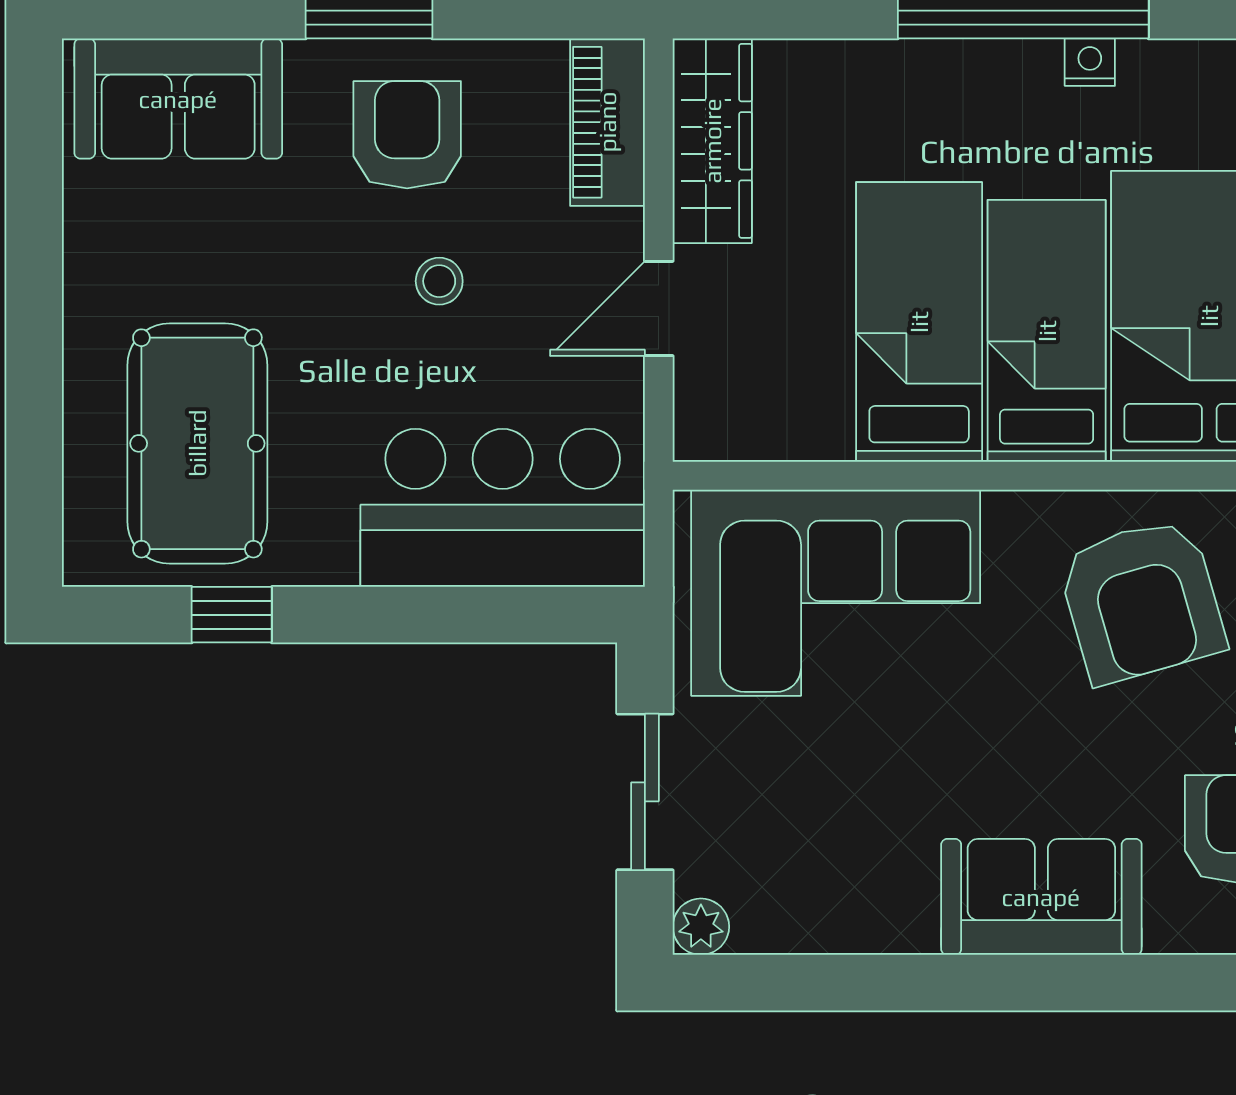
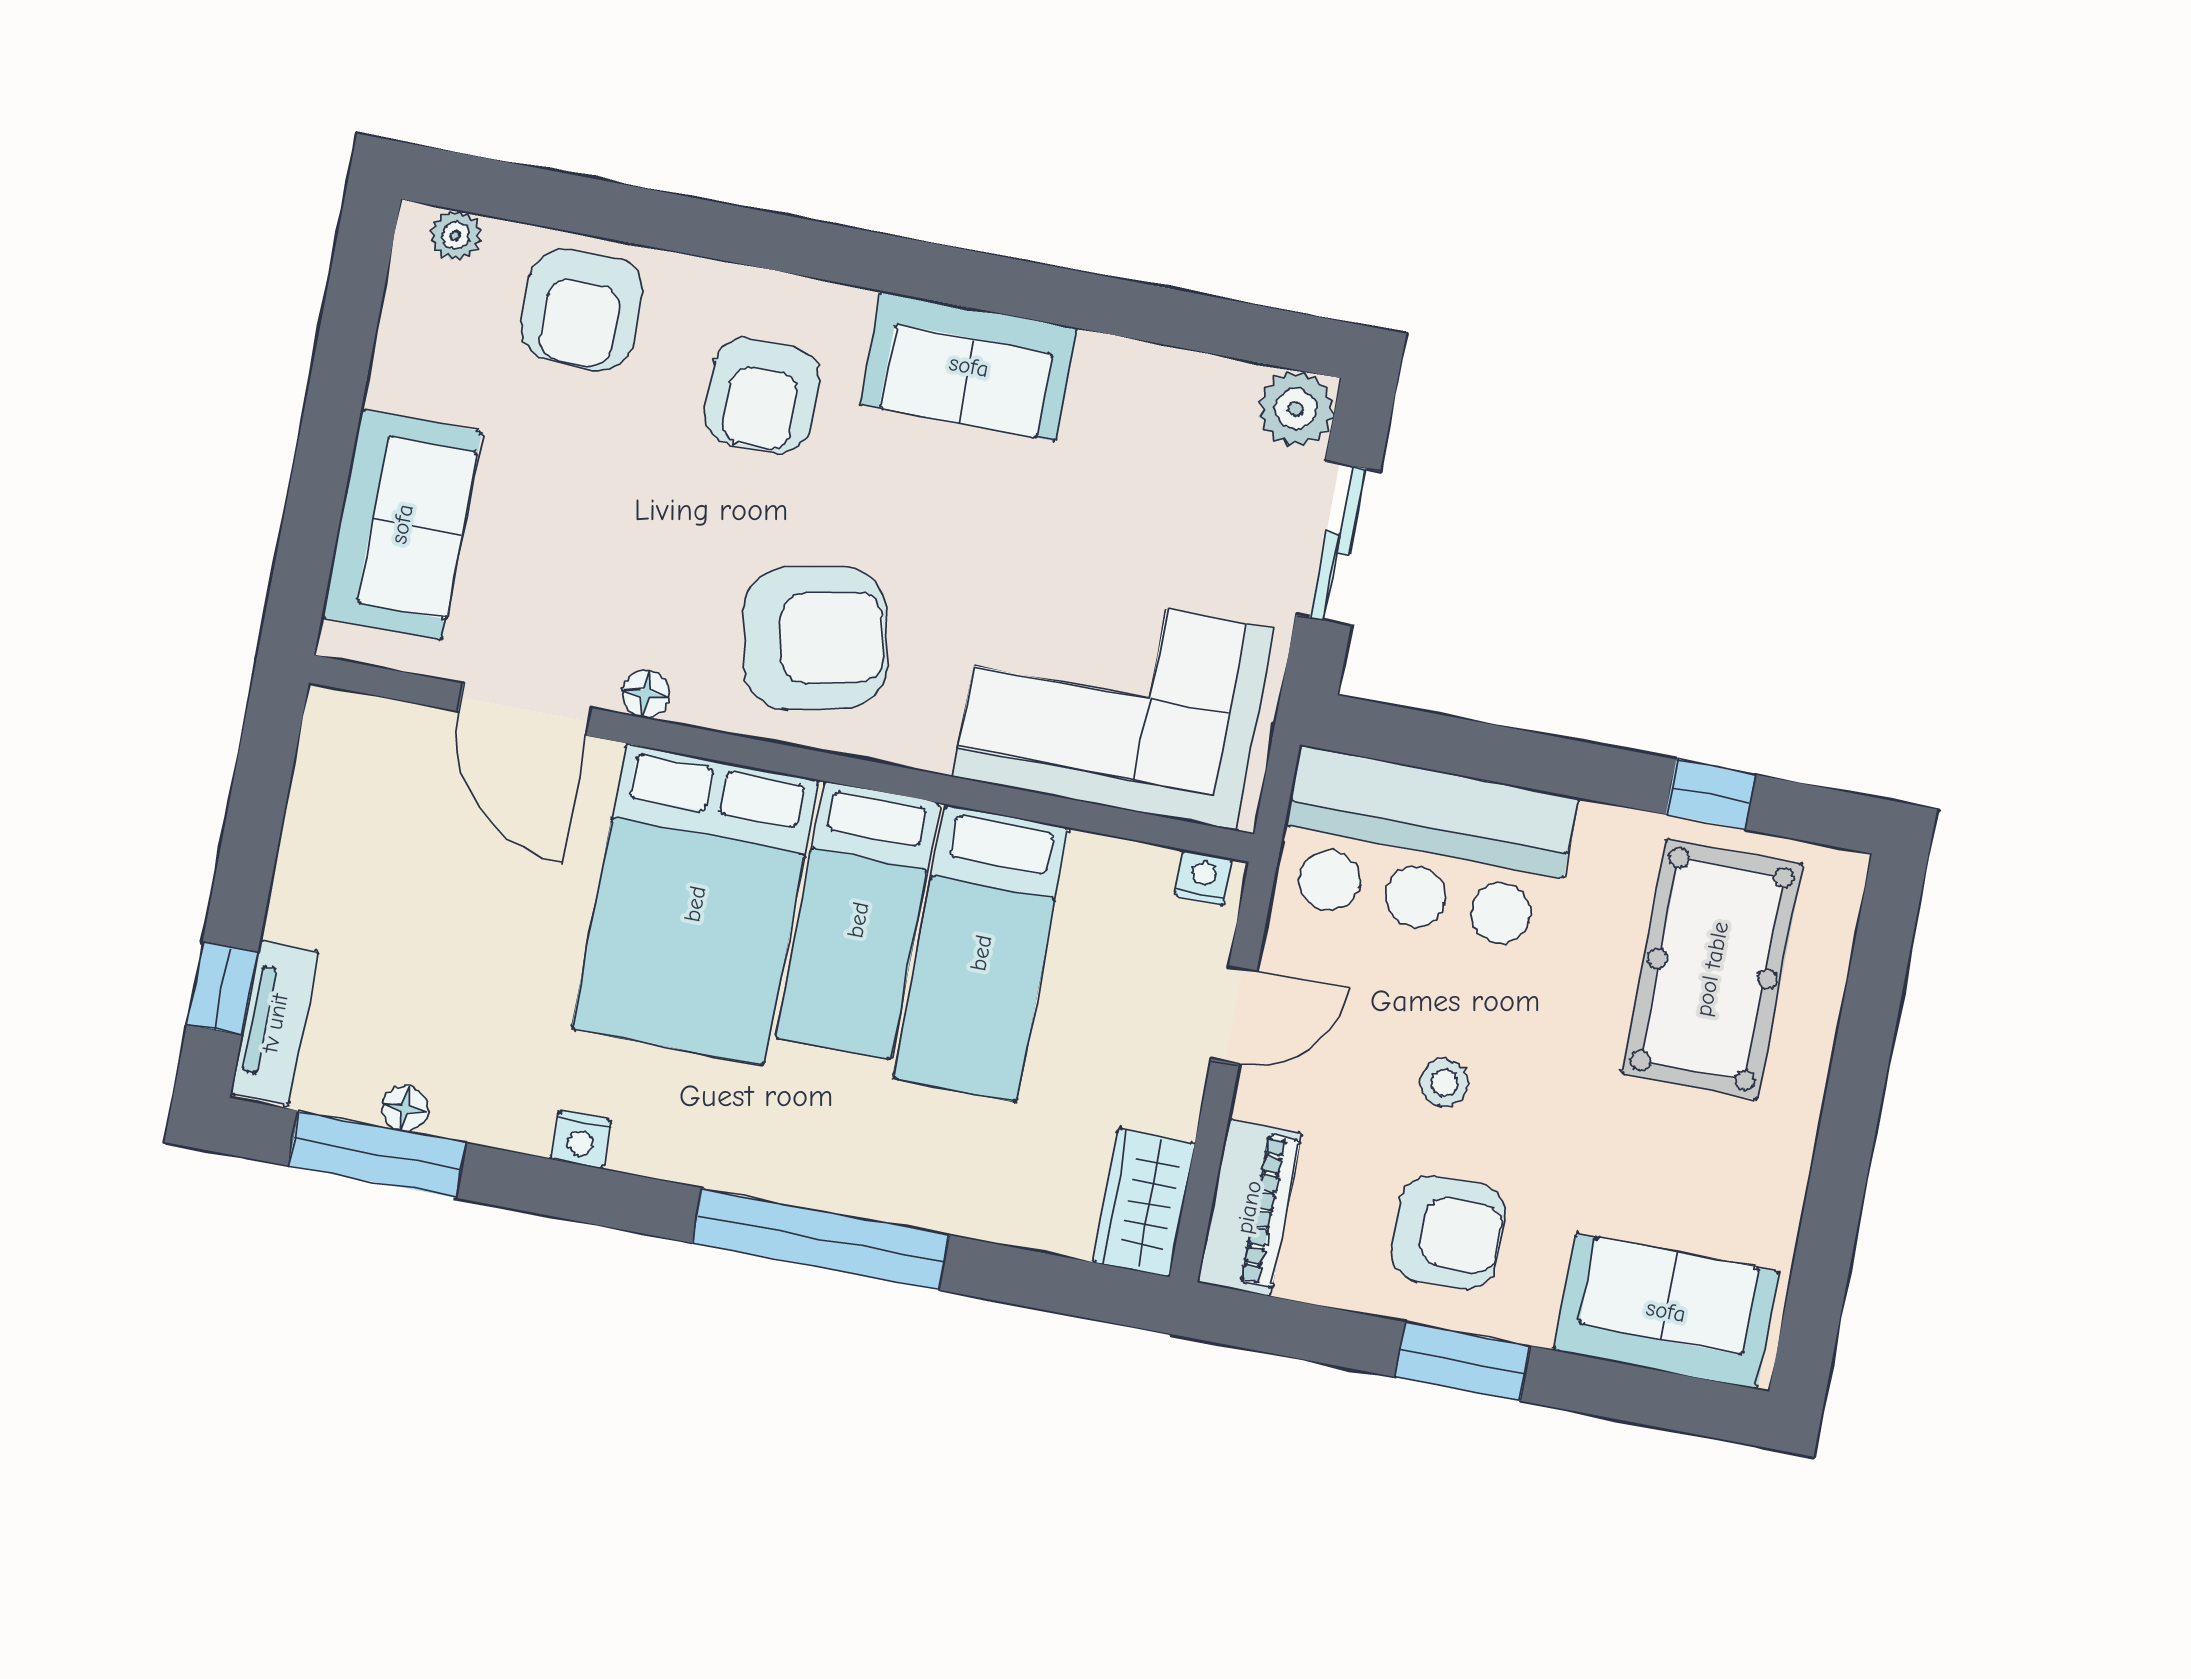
nightstand: (1090, 62) -> (1204, 877), moved, turned 180
armchair: (407, 135) -> (1448, 1233), turned -90
wardrobe: (712, 141) -> (1144, 1203), width x0.67
armchair: (1142, 601) -> (815, 638), turned 94
plant: (701, 927) -> (1296, 409), width x1.38, depth x1.38

